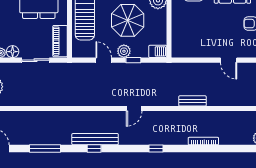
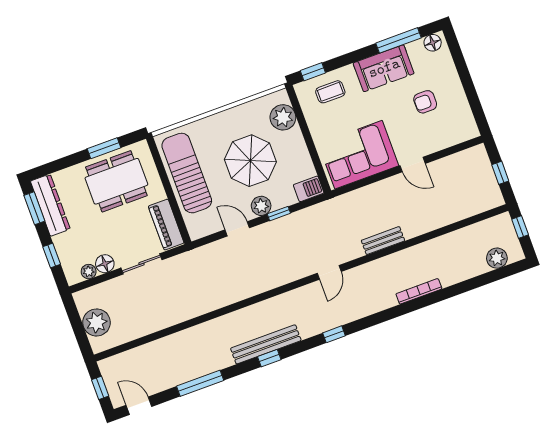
corner sofa: (197, 41) -> (359, 155), added
door: (134, 109) -> (329, 272), moved
window: (156, 149) -> (334, 334), moved

